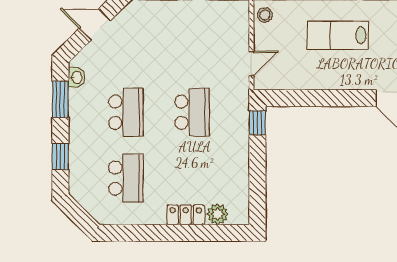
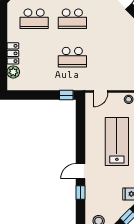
lab bench: (338, 35) -> (117, 141), width x1.36, depth x1.39
door: (251, 63) -> (101, 92), hinge flipped

